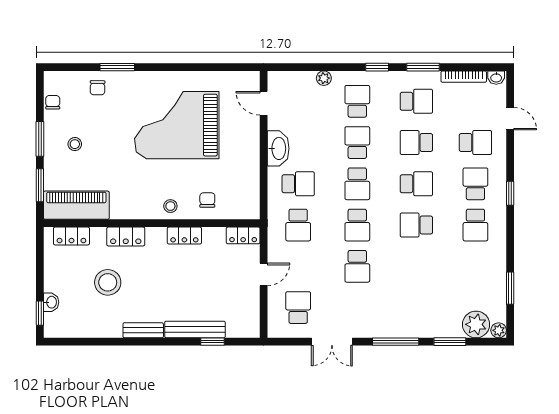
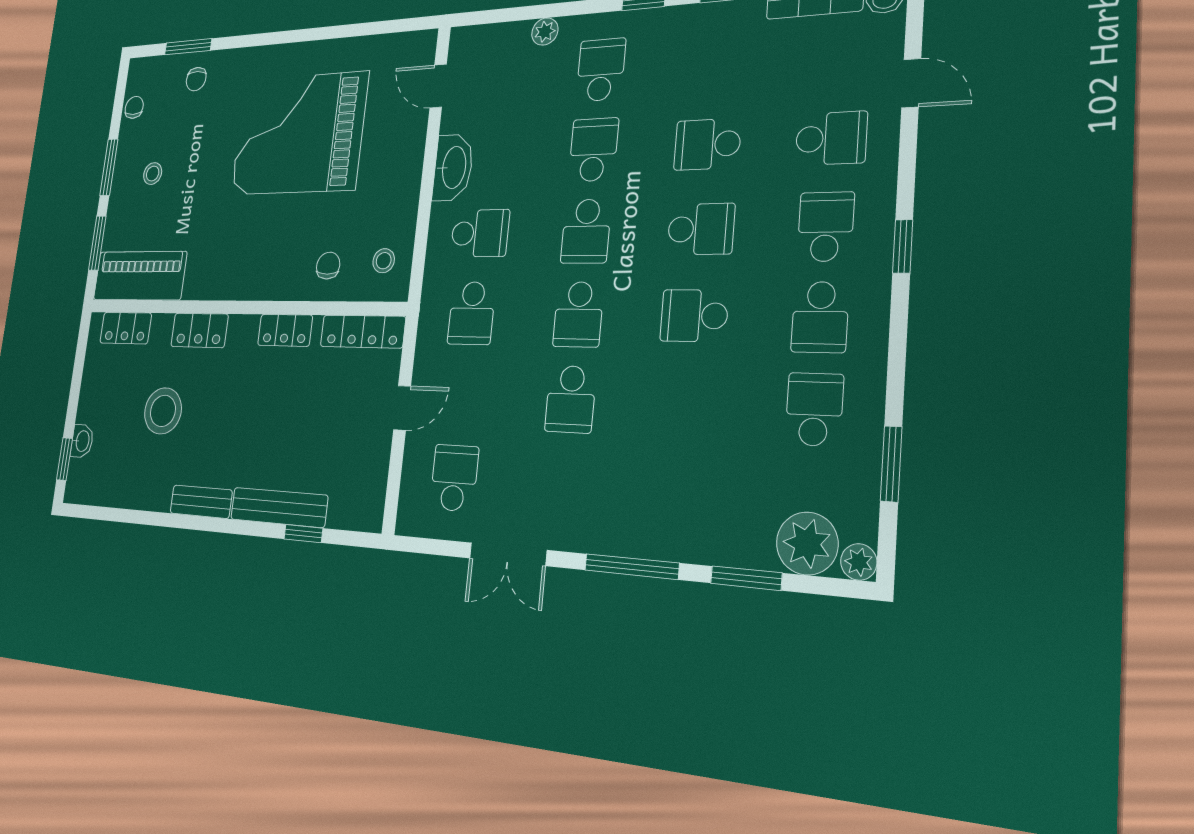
window: (117, 67) -> (188, 47), moved
school desk: (416, 101) -> (814, 409), moved, turned -90
stool: (170, 206) -> (384, 261), moved
locker: (243, 235) -> (363, 332), width x1.53

